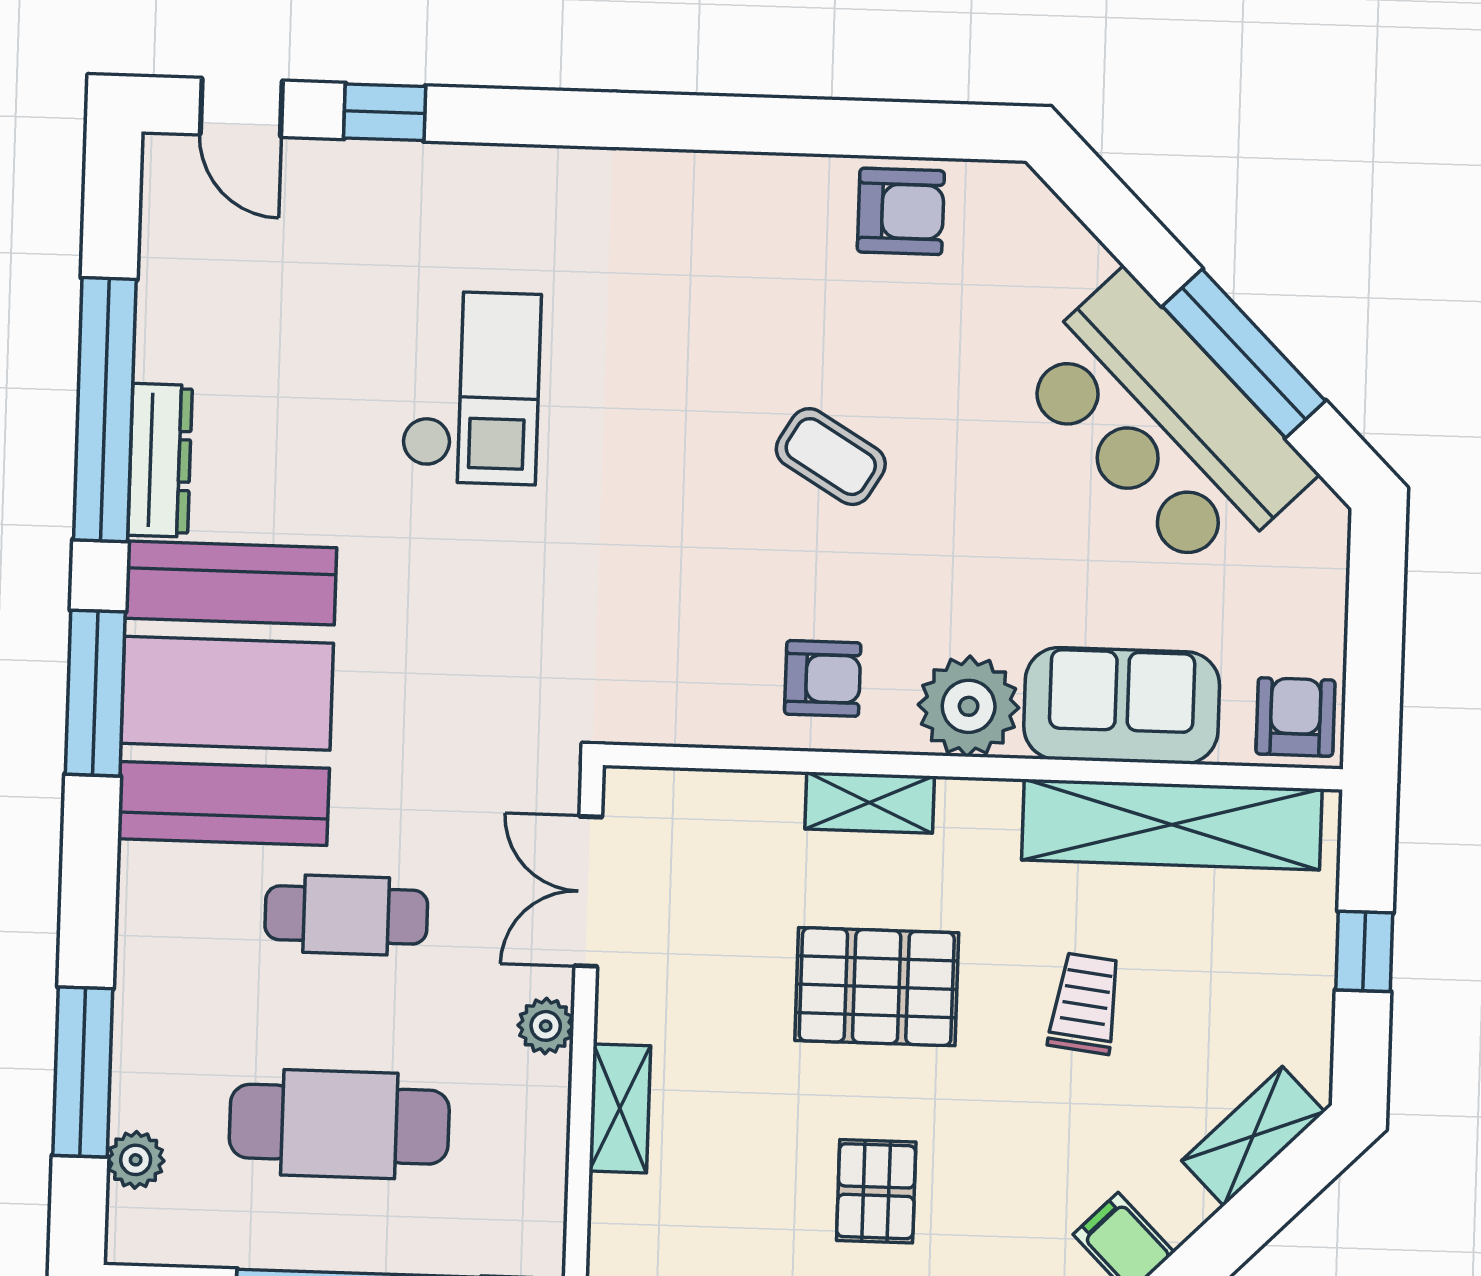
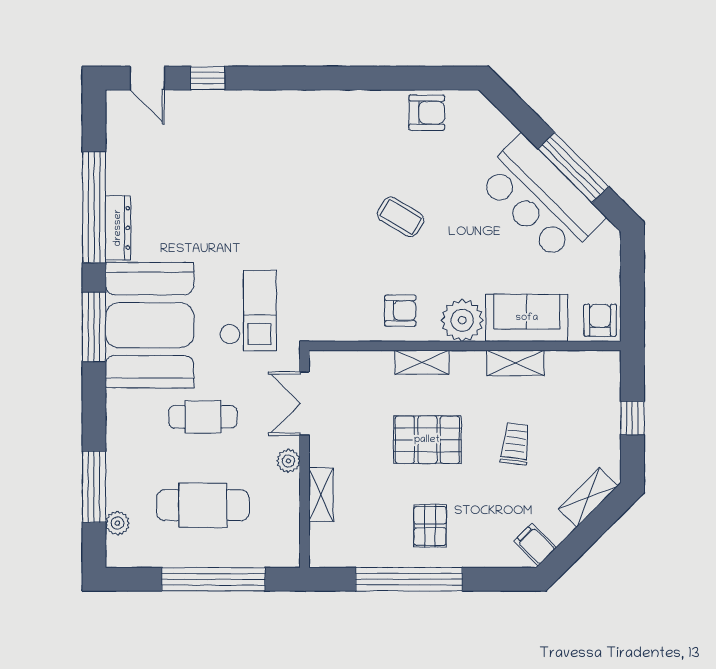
checkout: (471, 388) -> (248, 311), moved
shelving: (1172, 825) -> (515, 363), width x0.45, depth x0.75

